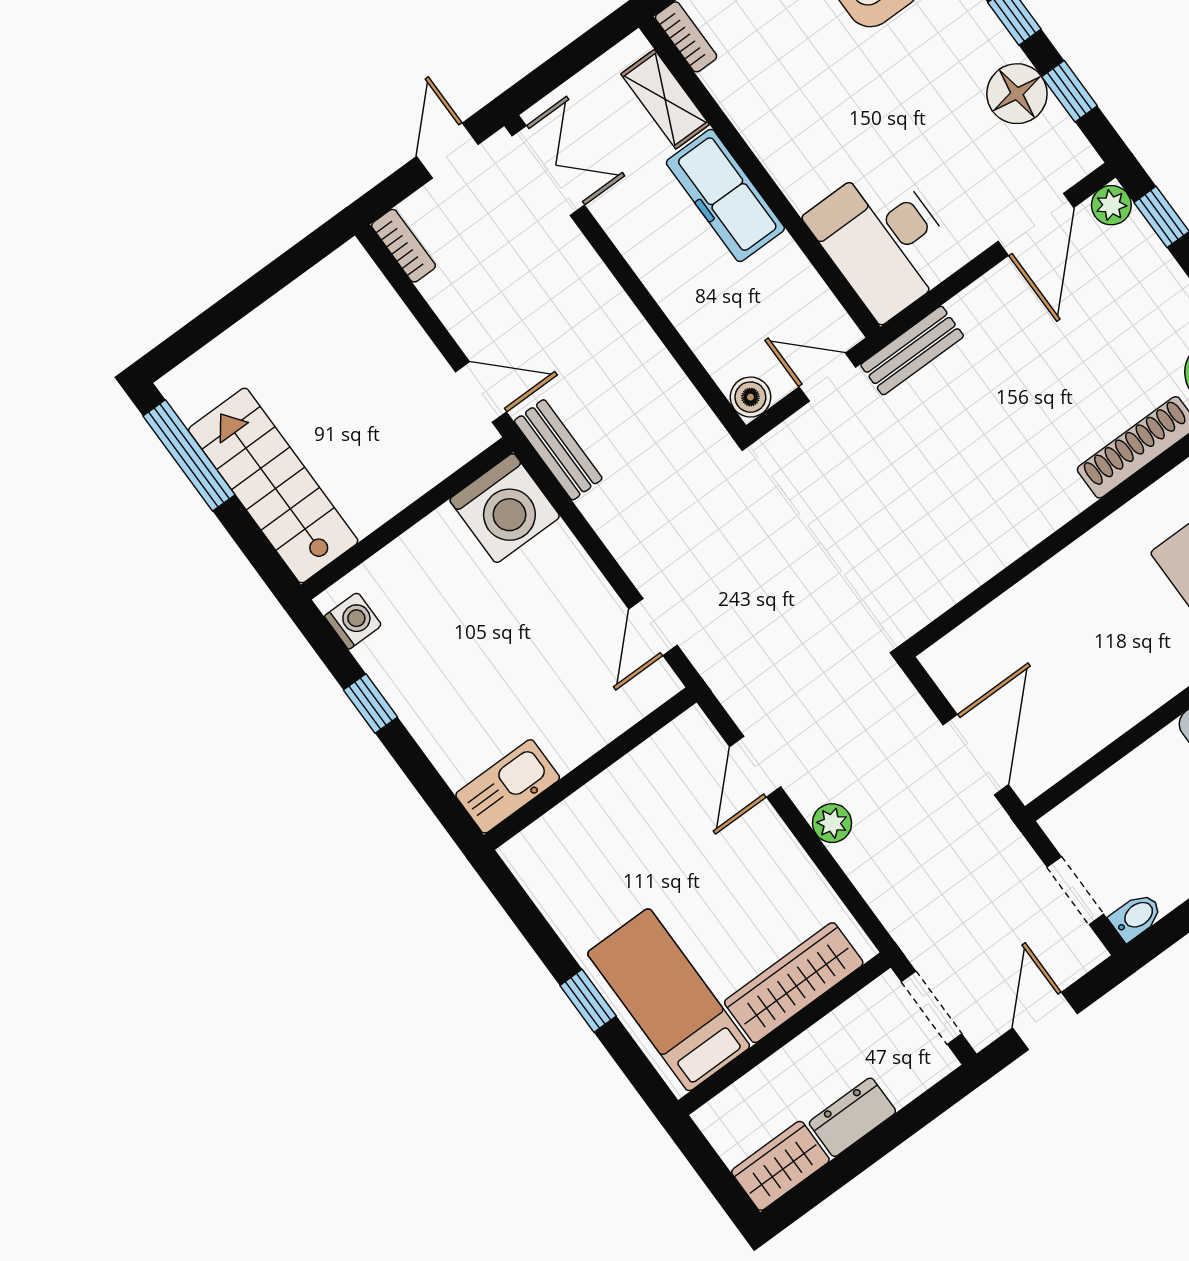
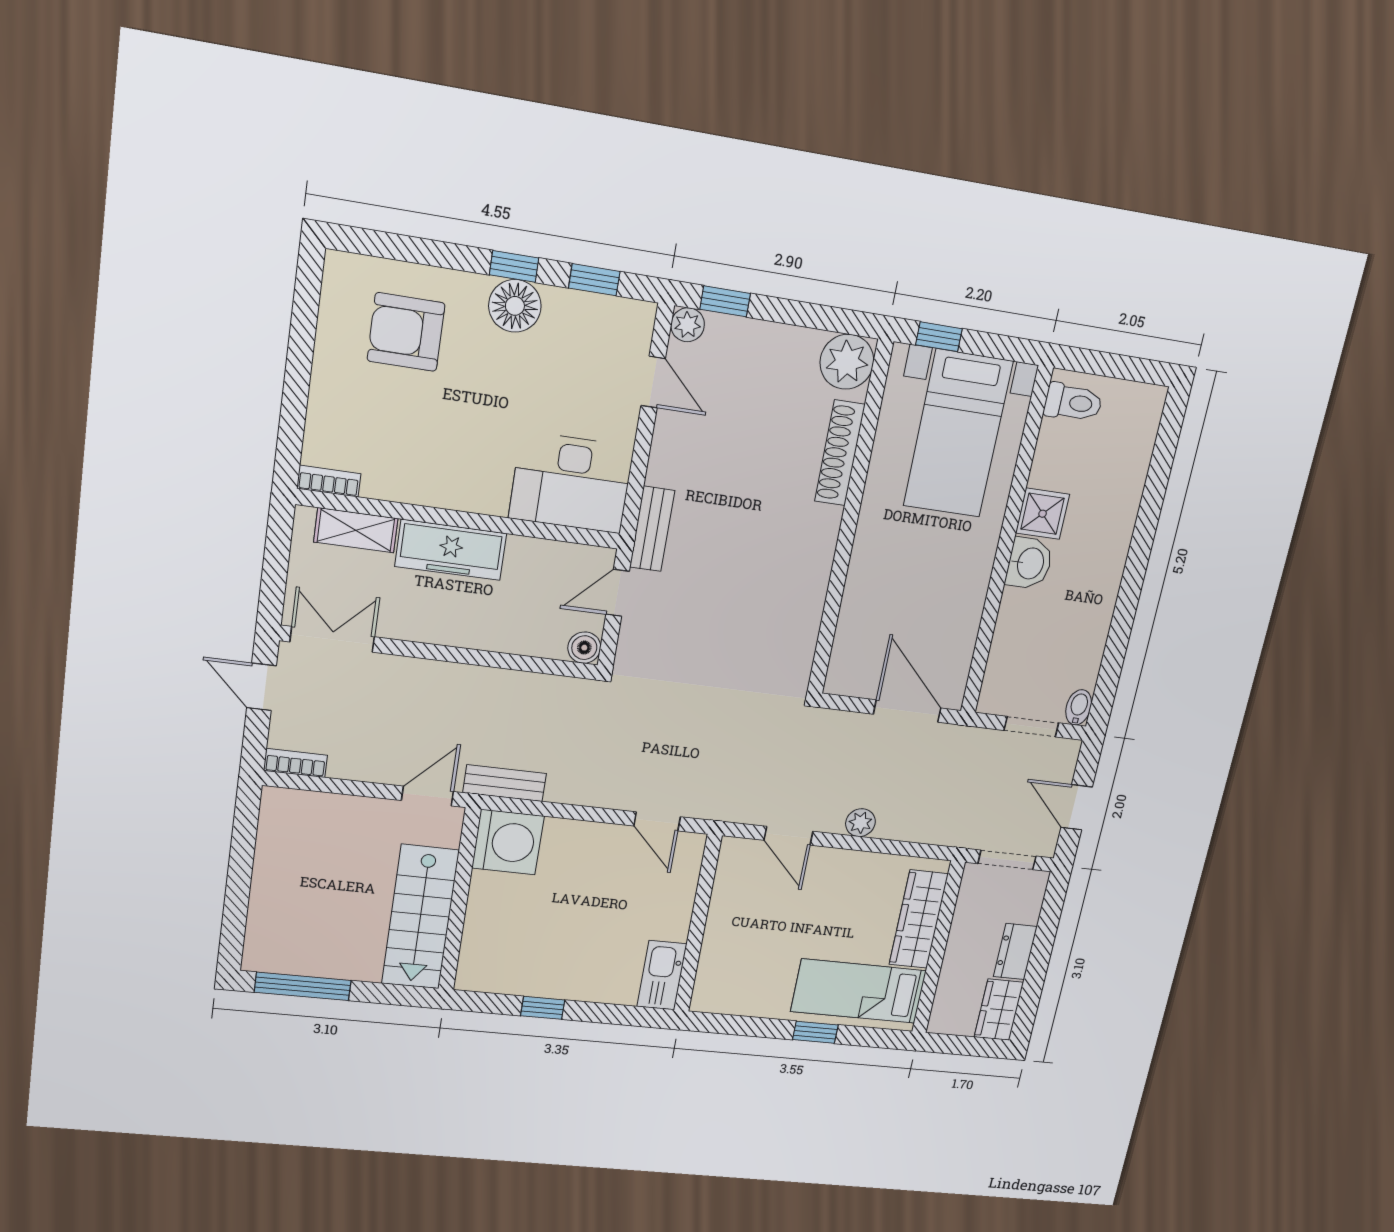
floor lamp: (1017, 94) -> (515, 306), moved
door: (1036, 224) -> (653, 382), width x0.73
stairs: (273, 485) -> (420, 917), moved, turned -90
washing machine: (353, 621) -> (487, 978), removed

